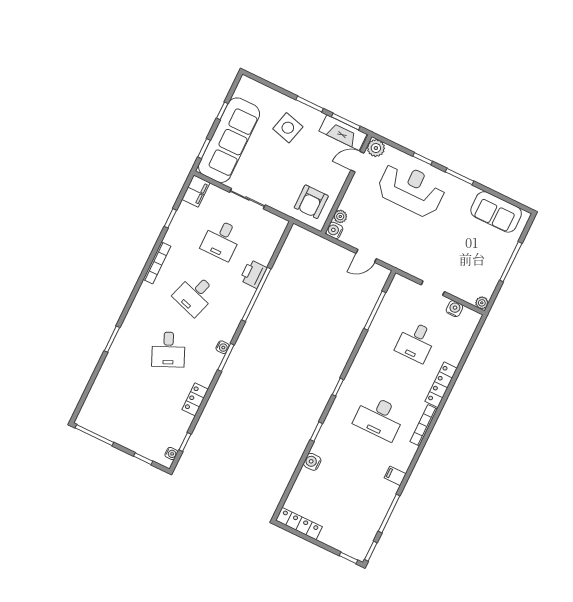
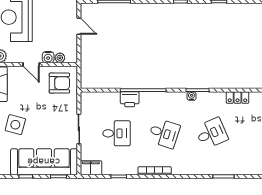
door: (357, 162) -> (31, 64), moved
water cooler: (334, 230) -> (48, 57), moved

